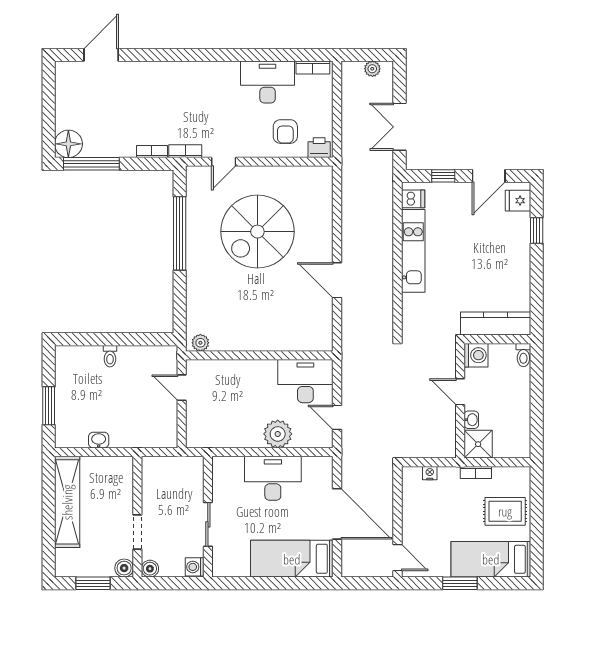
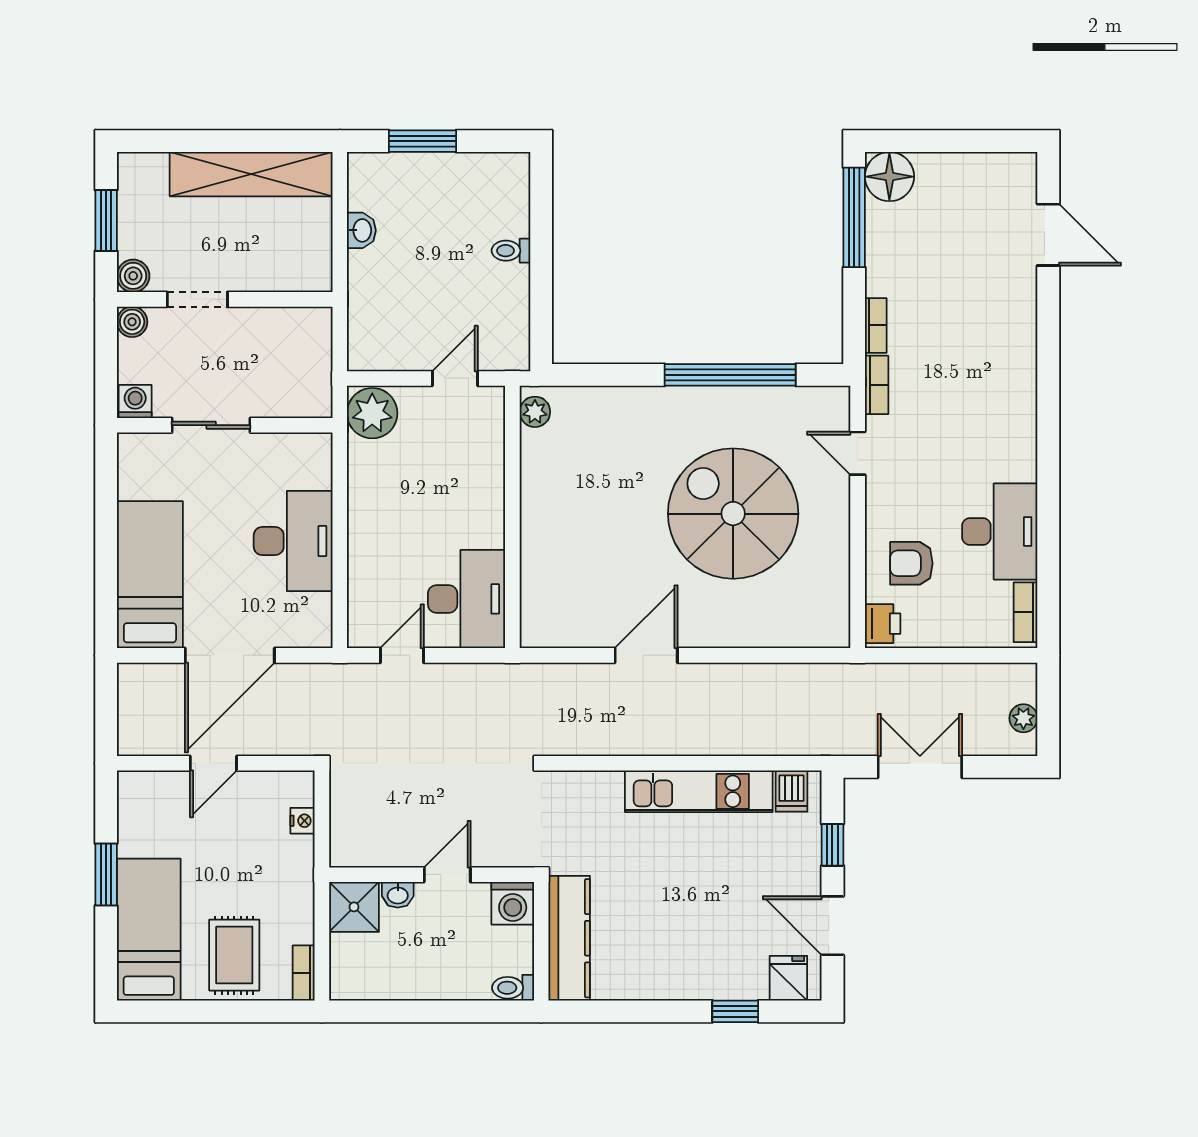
plant: (278, 434) -> (372, 413), moved
bookcase: (476, 472) -> (304, 973), moved
door: (398, 558) -> (213, 763), moved

